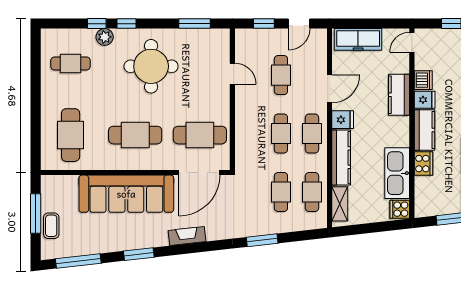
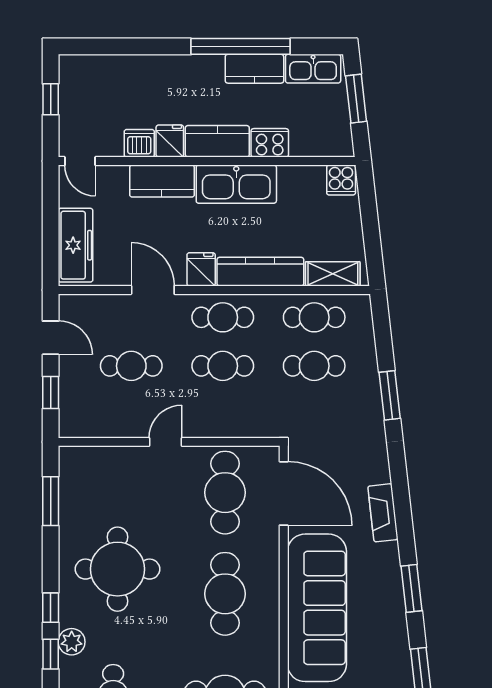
door: (232, 74) -> (165, 442), moved
kitchen sink: (397, 173) -> (236, 184), moved

